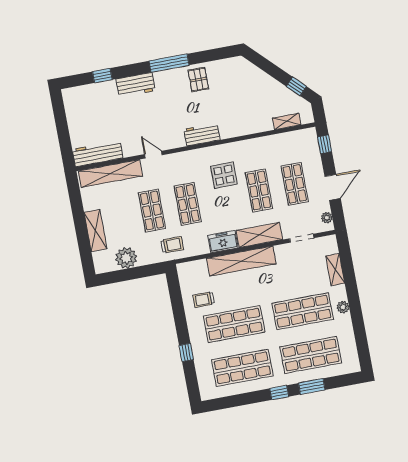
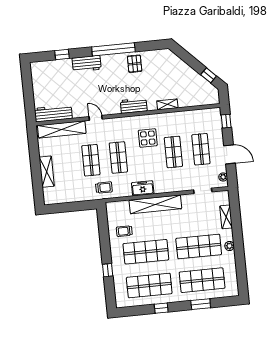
window: (169, 63) -> (113, 49), width x1.46
shelving: (287, 121) -> (167, 104), moved
door: (333, 187) -> (230, 154), hinge flipped
shelving: (259, 235) -> (171, 186), removed
plant: (126, 258) -> (68, 194), removed
window: (279, 393) -> (161, 308), moved

